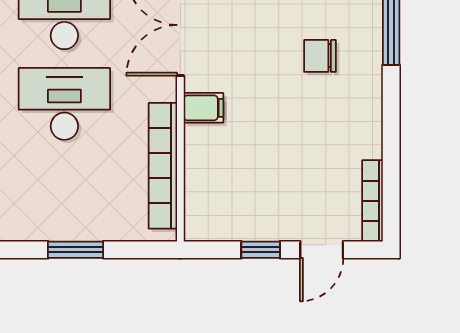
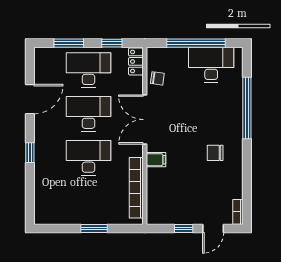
chair: (320, 56) -> (215, 153), moved
bookcase: (373, 201) -> (238, 212), width x0.64

